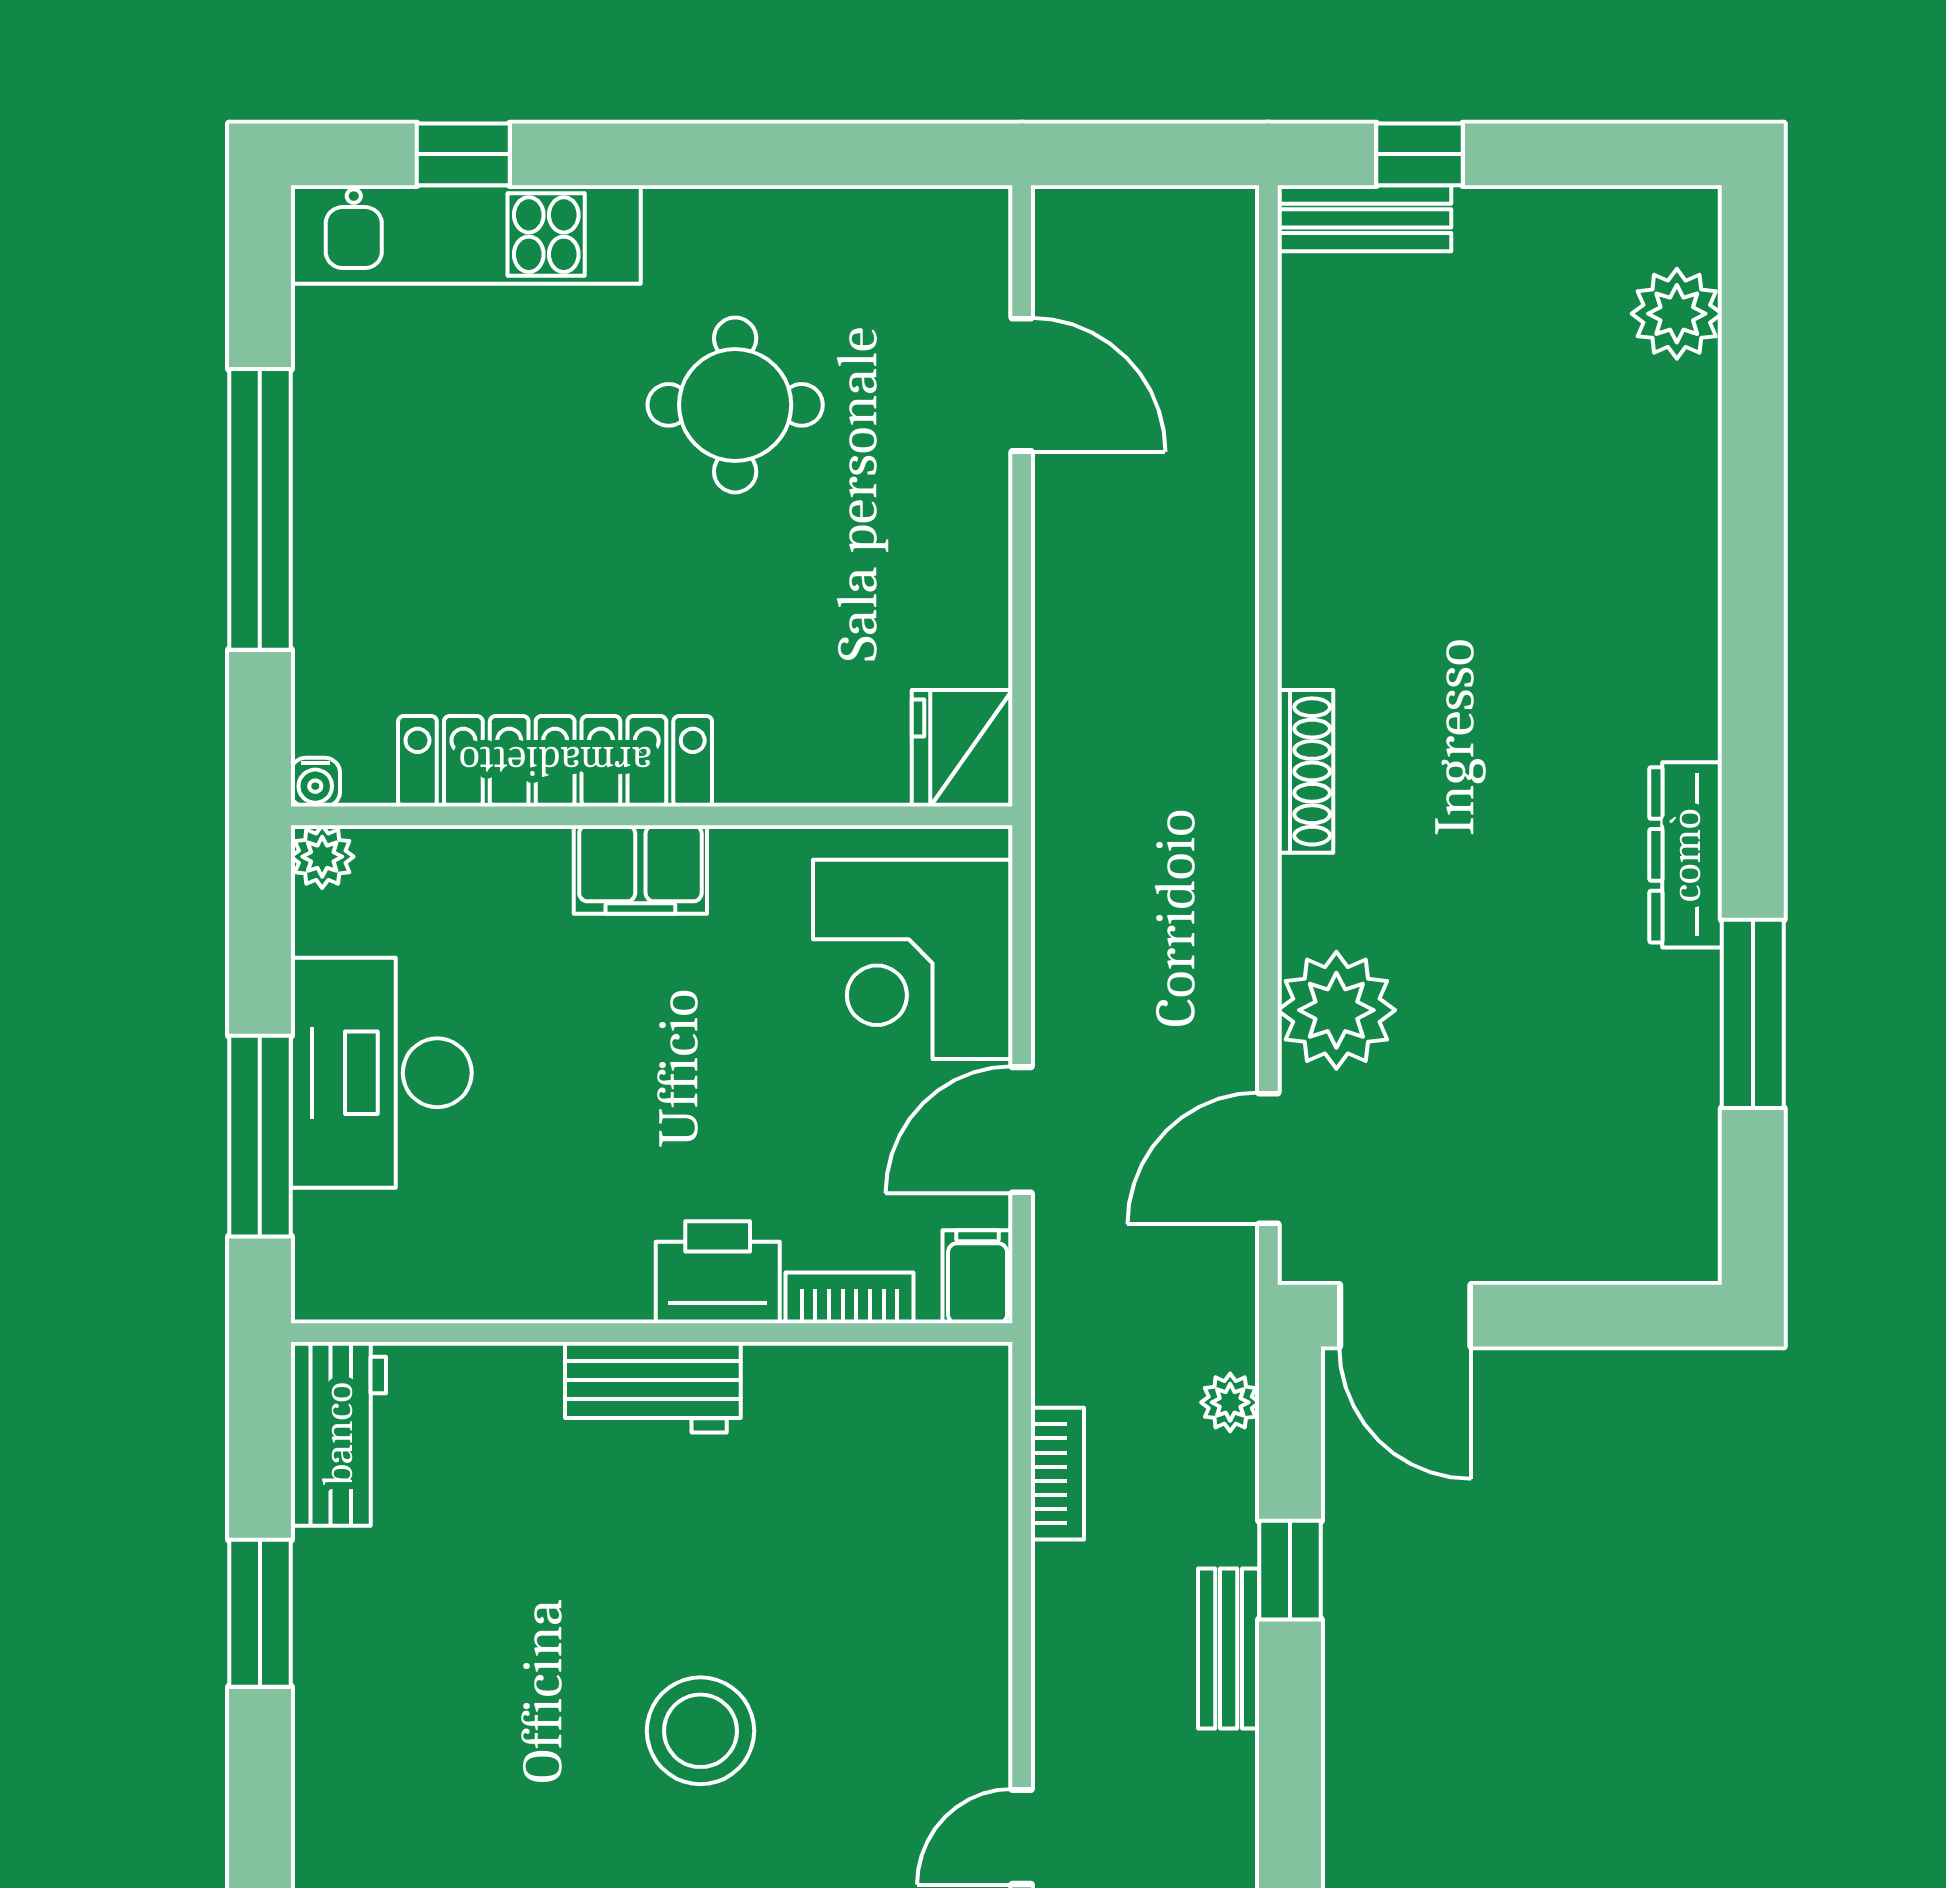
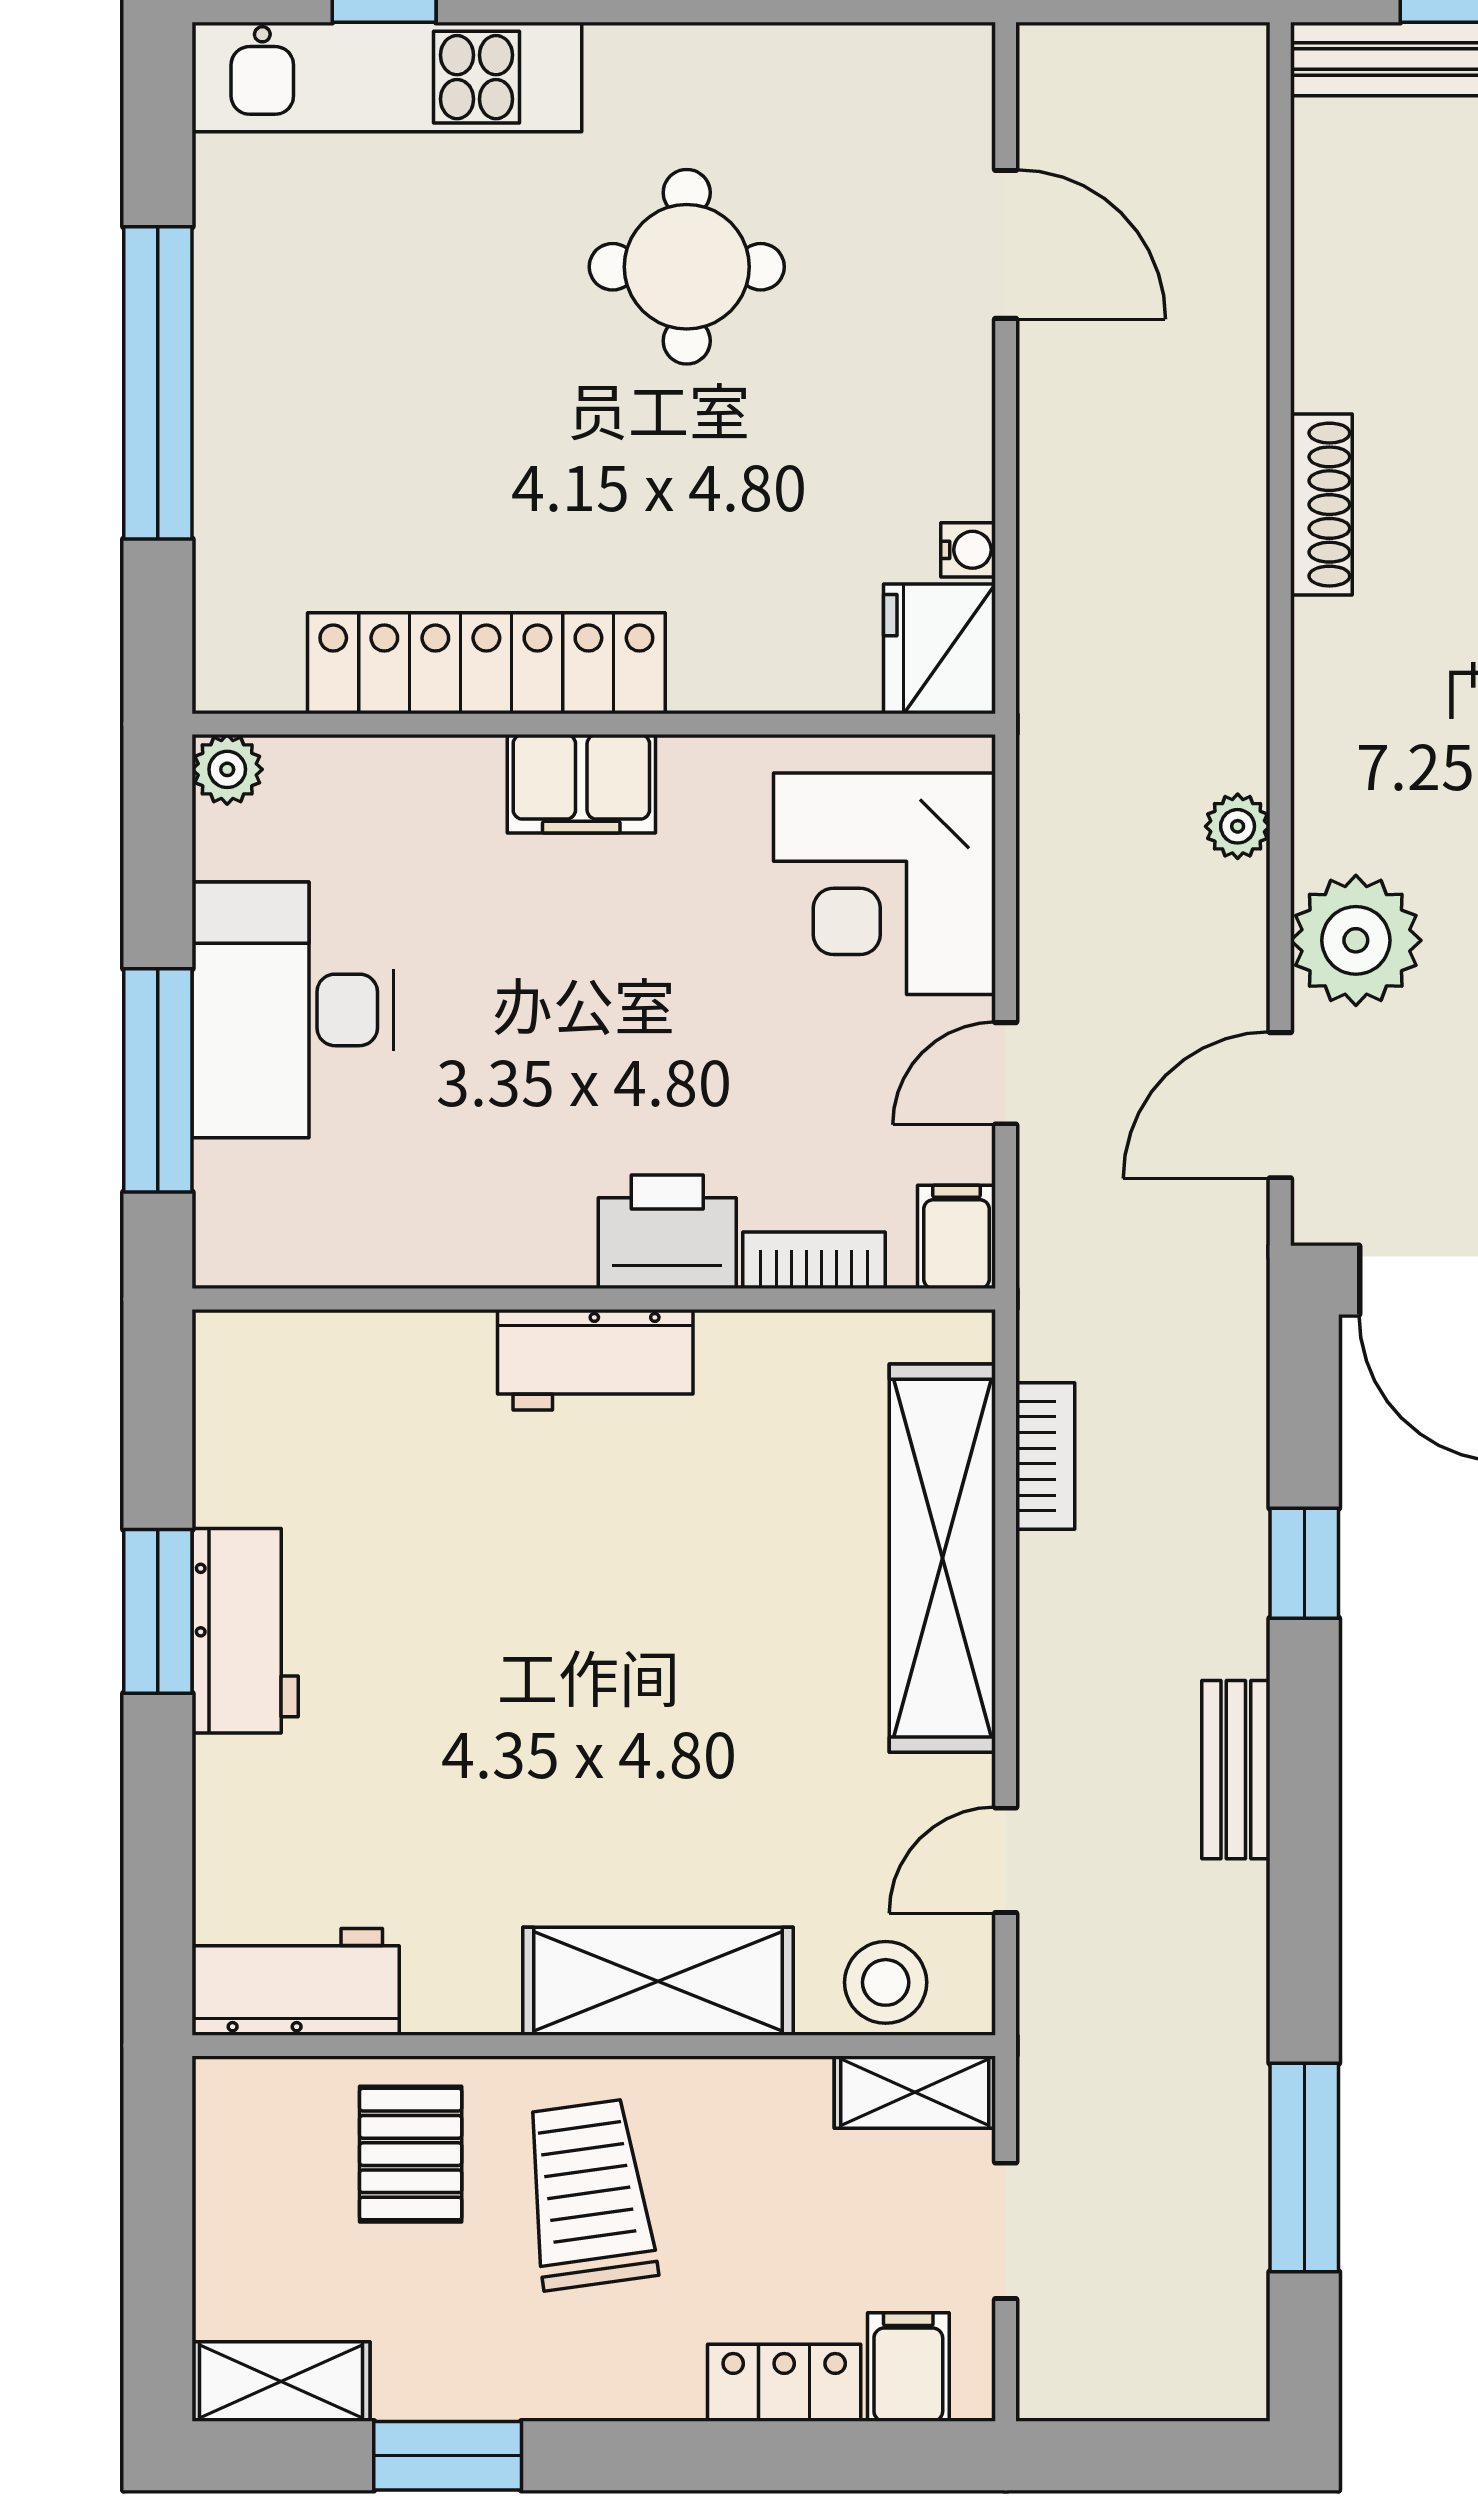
shoe rack: (1305, 771) -> (1321, 505), moved
water cooler: (315, 782) -> (968, 550), moved, turned -90
door: (1022, 1130) -> (1006, 1073), width x0.73
plant: (1230, 1402) -> (1238, 826), moved
workbench: (338, 1434) -> (245, 1631), moved
shelving: (965, 1565) -> (942, 1558), added
bench: (1229, 1648) -> (1236, 1770), moved
stool: (700, 1731) -> (648, 1742), removed

